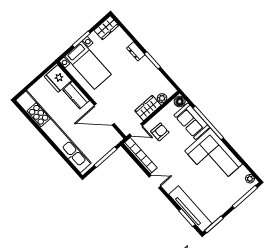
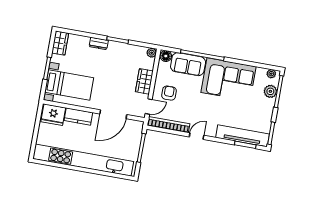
plant: (162, 98) -> (152, 53), moved
plant: (239, 192) -> (270, 91), added

